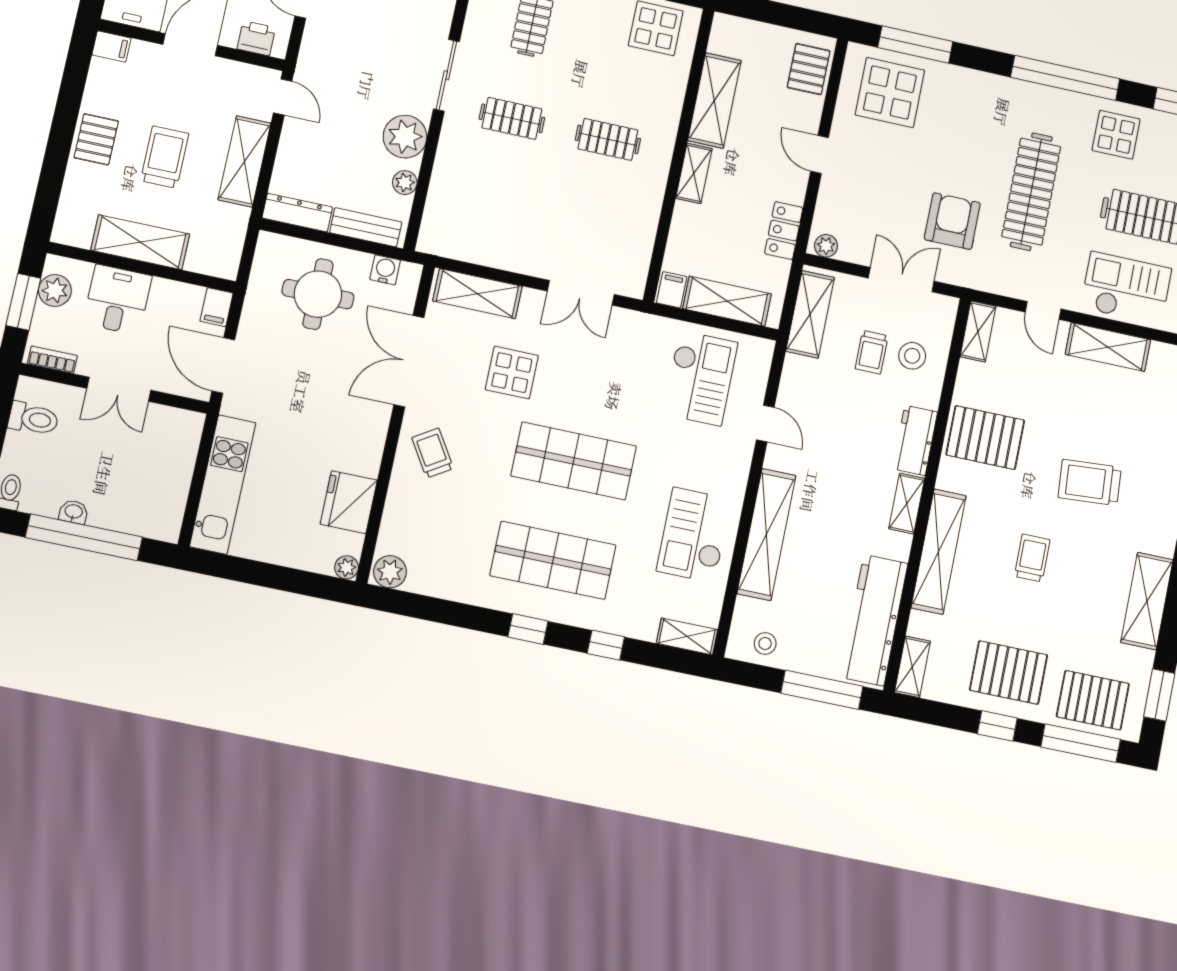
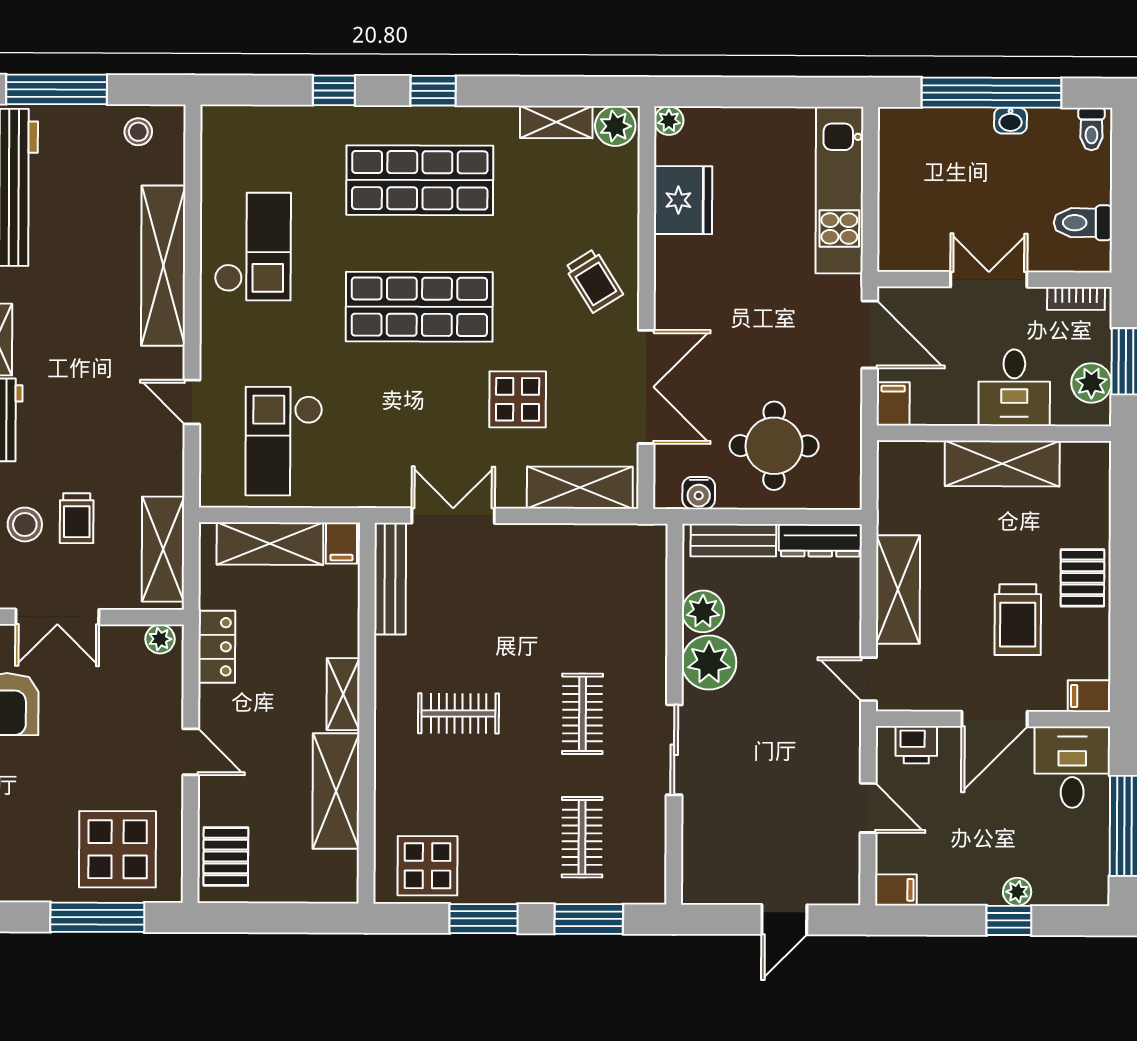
clothes rail: (512, 118) -> (582, 714), turned 90
trolley: (165, 157) -> (1018, 620), moved
plant: (405, 183) -> (703, 611), width x1.38, depth x1.38
bench: (640, 254) -> (390, 579), added
trolley: (872, 352) -> (77, 518), turned 180
shelving: (687, 636) -> (556, 122), moved

